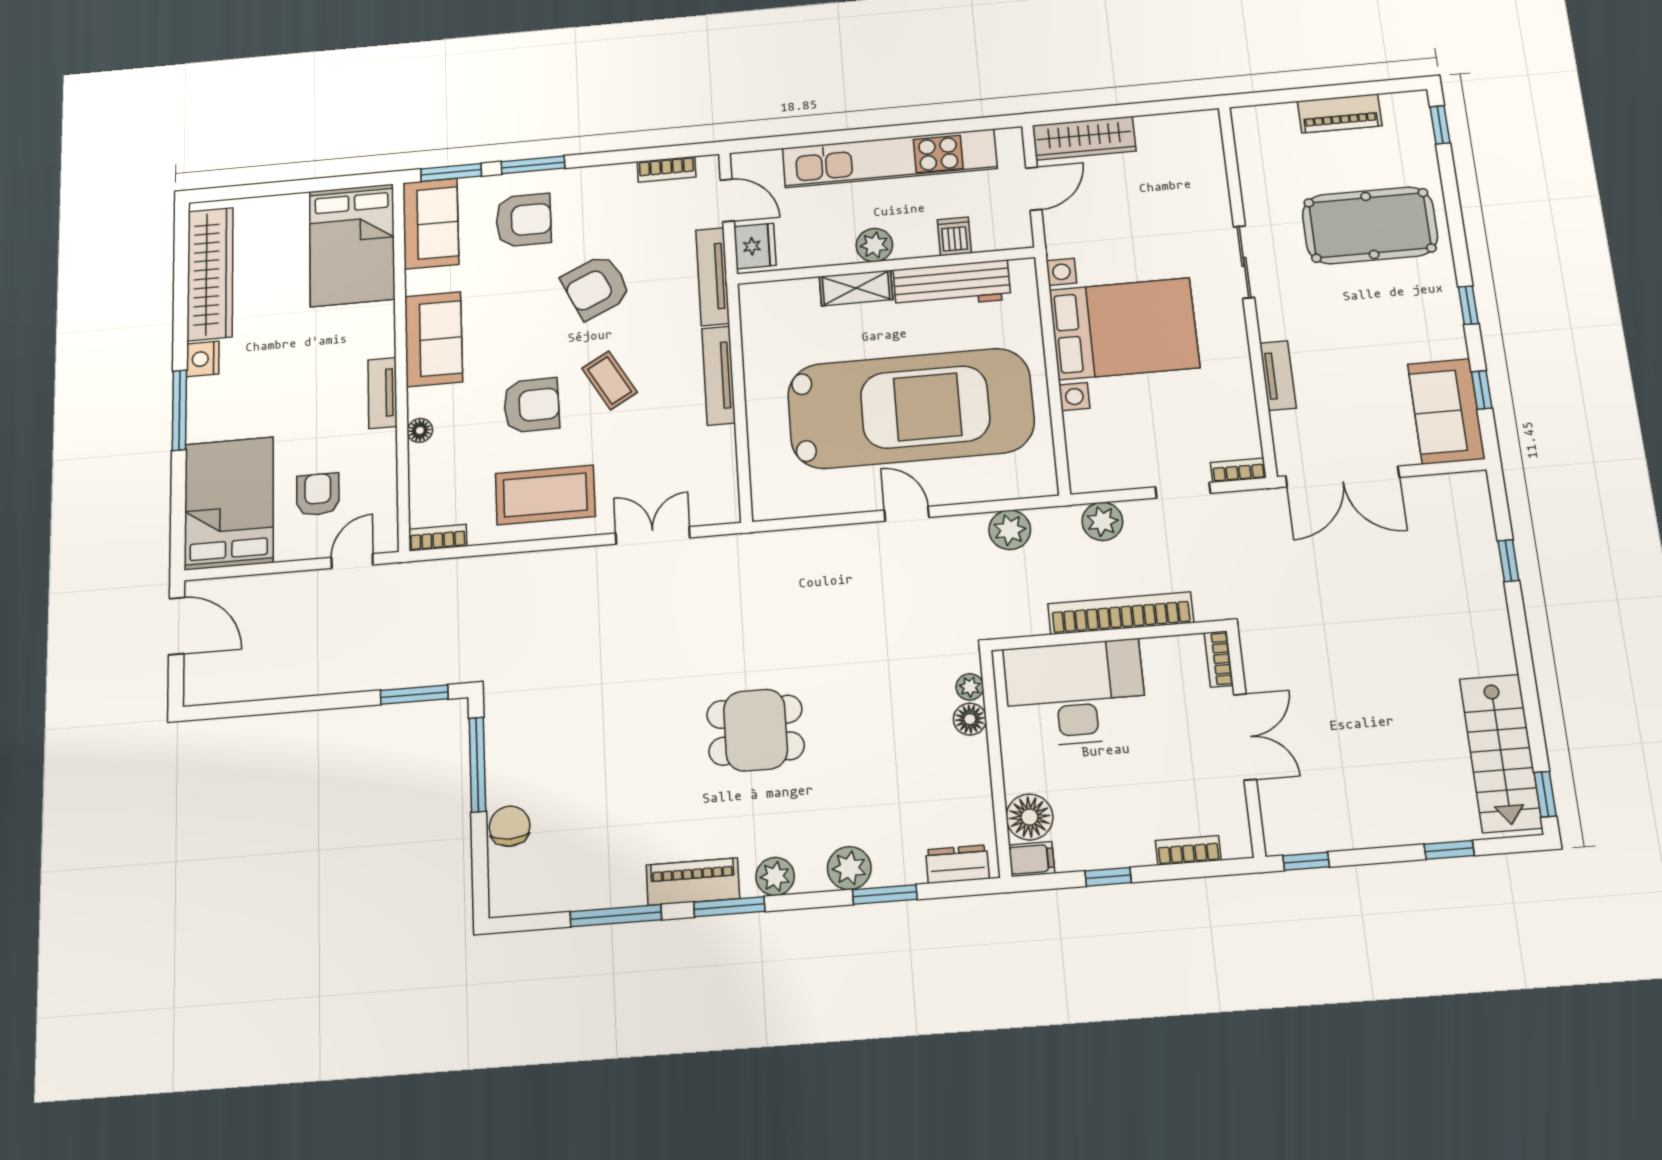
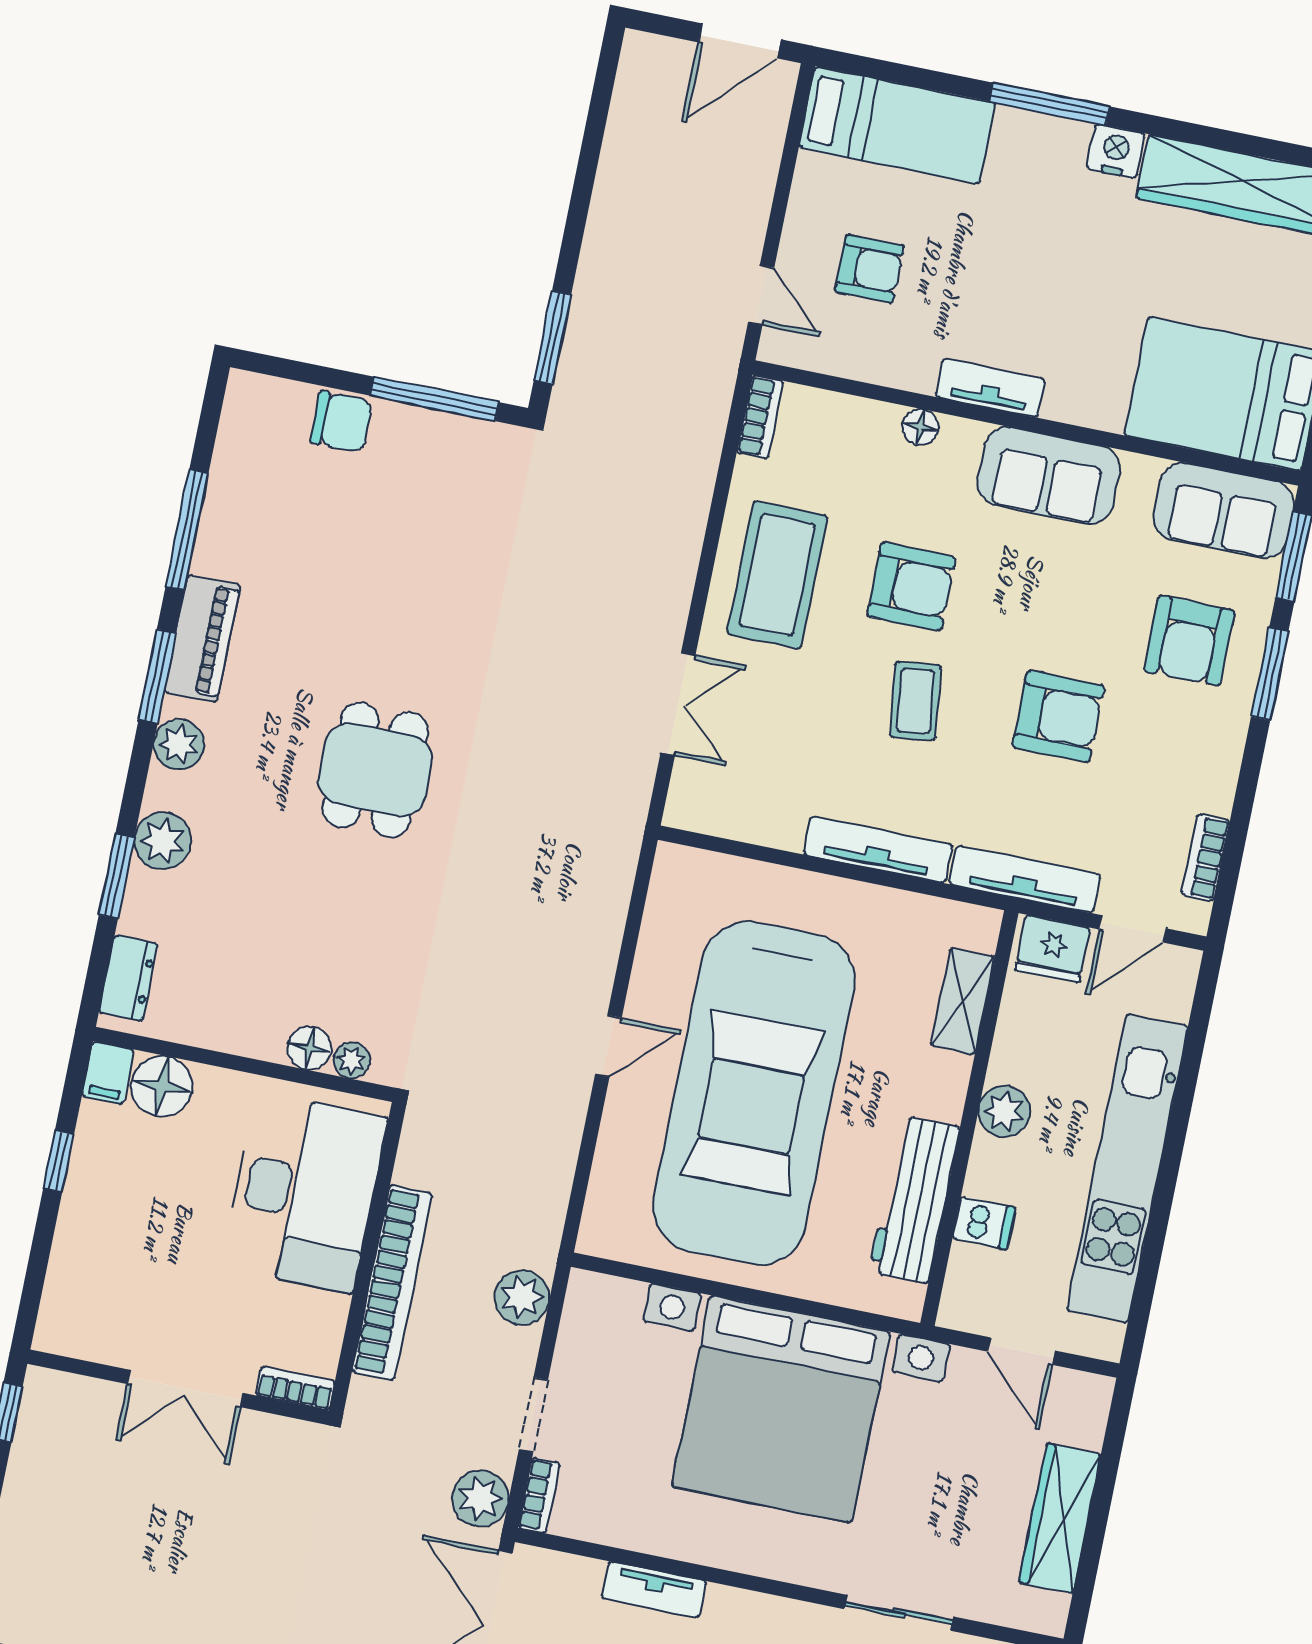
wardrobe: (1084, 138) -> (1060, 1518), moved
sliding door: (1244, 262) -> (899, 1613), moved
armchair: (596, 287) -> (1058, 716), turned 115
shelving: (856, 288) -> (963, 1001), moved
bed with nightstands: (1124, 329) -> (781, 1409), width x1.36
coffee table: (610, 380) -> (915, 701), turned -67
armchair: (531, 405) -> (911, 587), turned -89
bed: (229, 503) -> (897, 125), width x0.67
plant: (1010, 530) -> (480, 1499), moved
bookcase: (1188, 850) -> (63, 1271), removed

